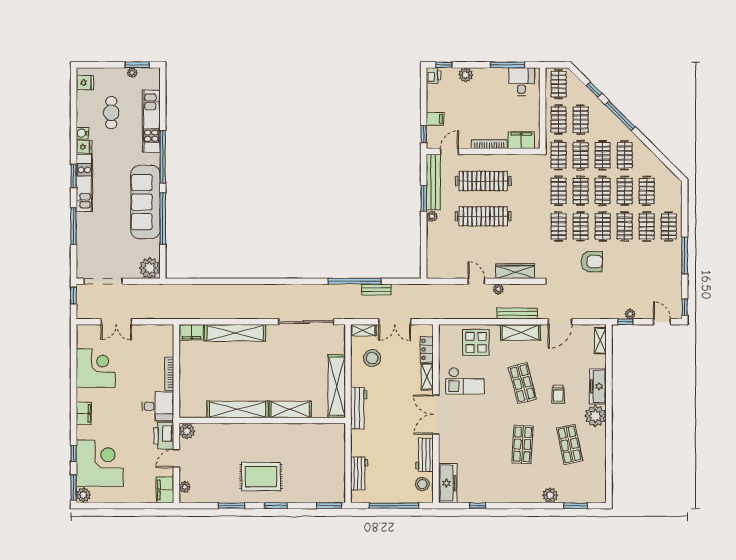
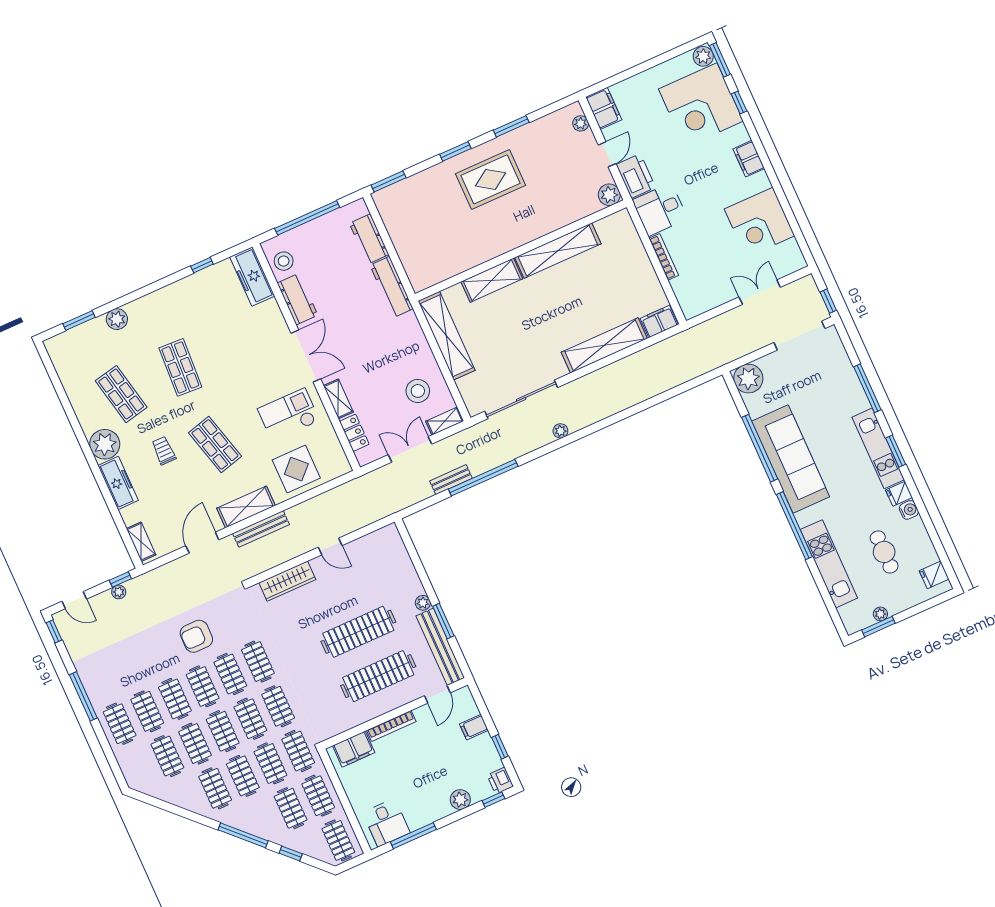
window: (424, 134) -> (500, 747), moved
plant: (498, 289) -> (560, 431), moved
workbench: (359, 408) -> (392, 287), moved

